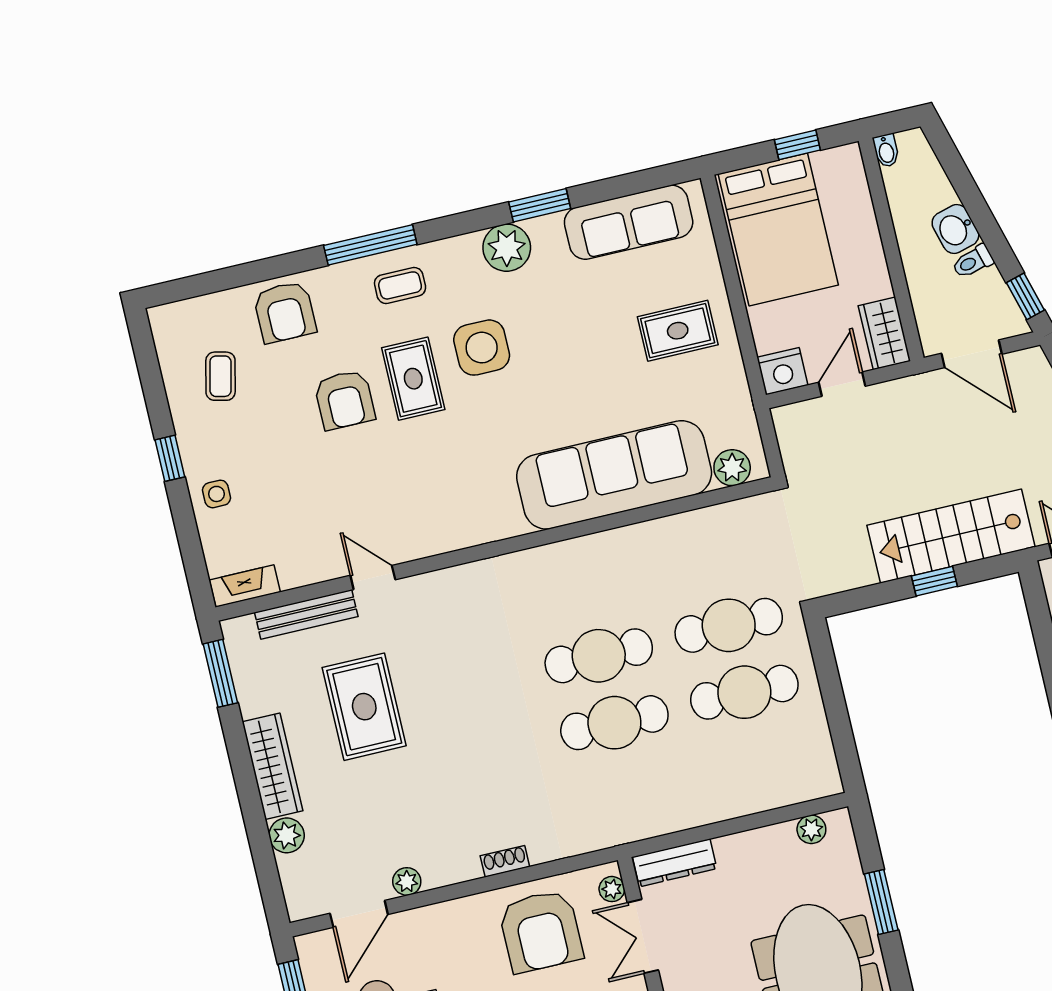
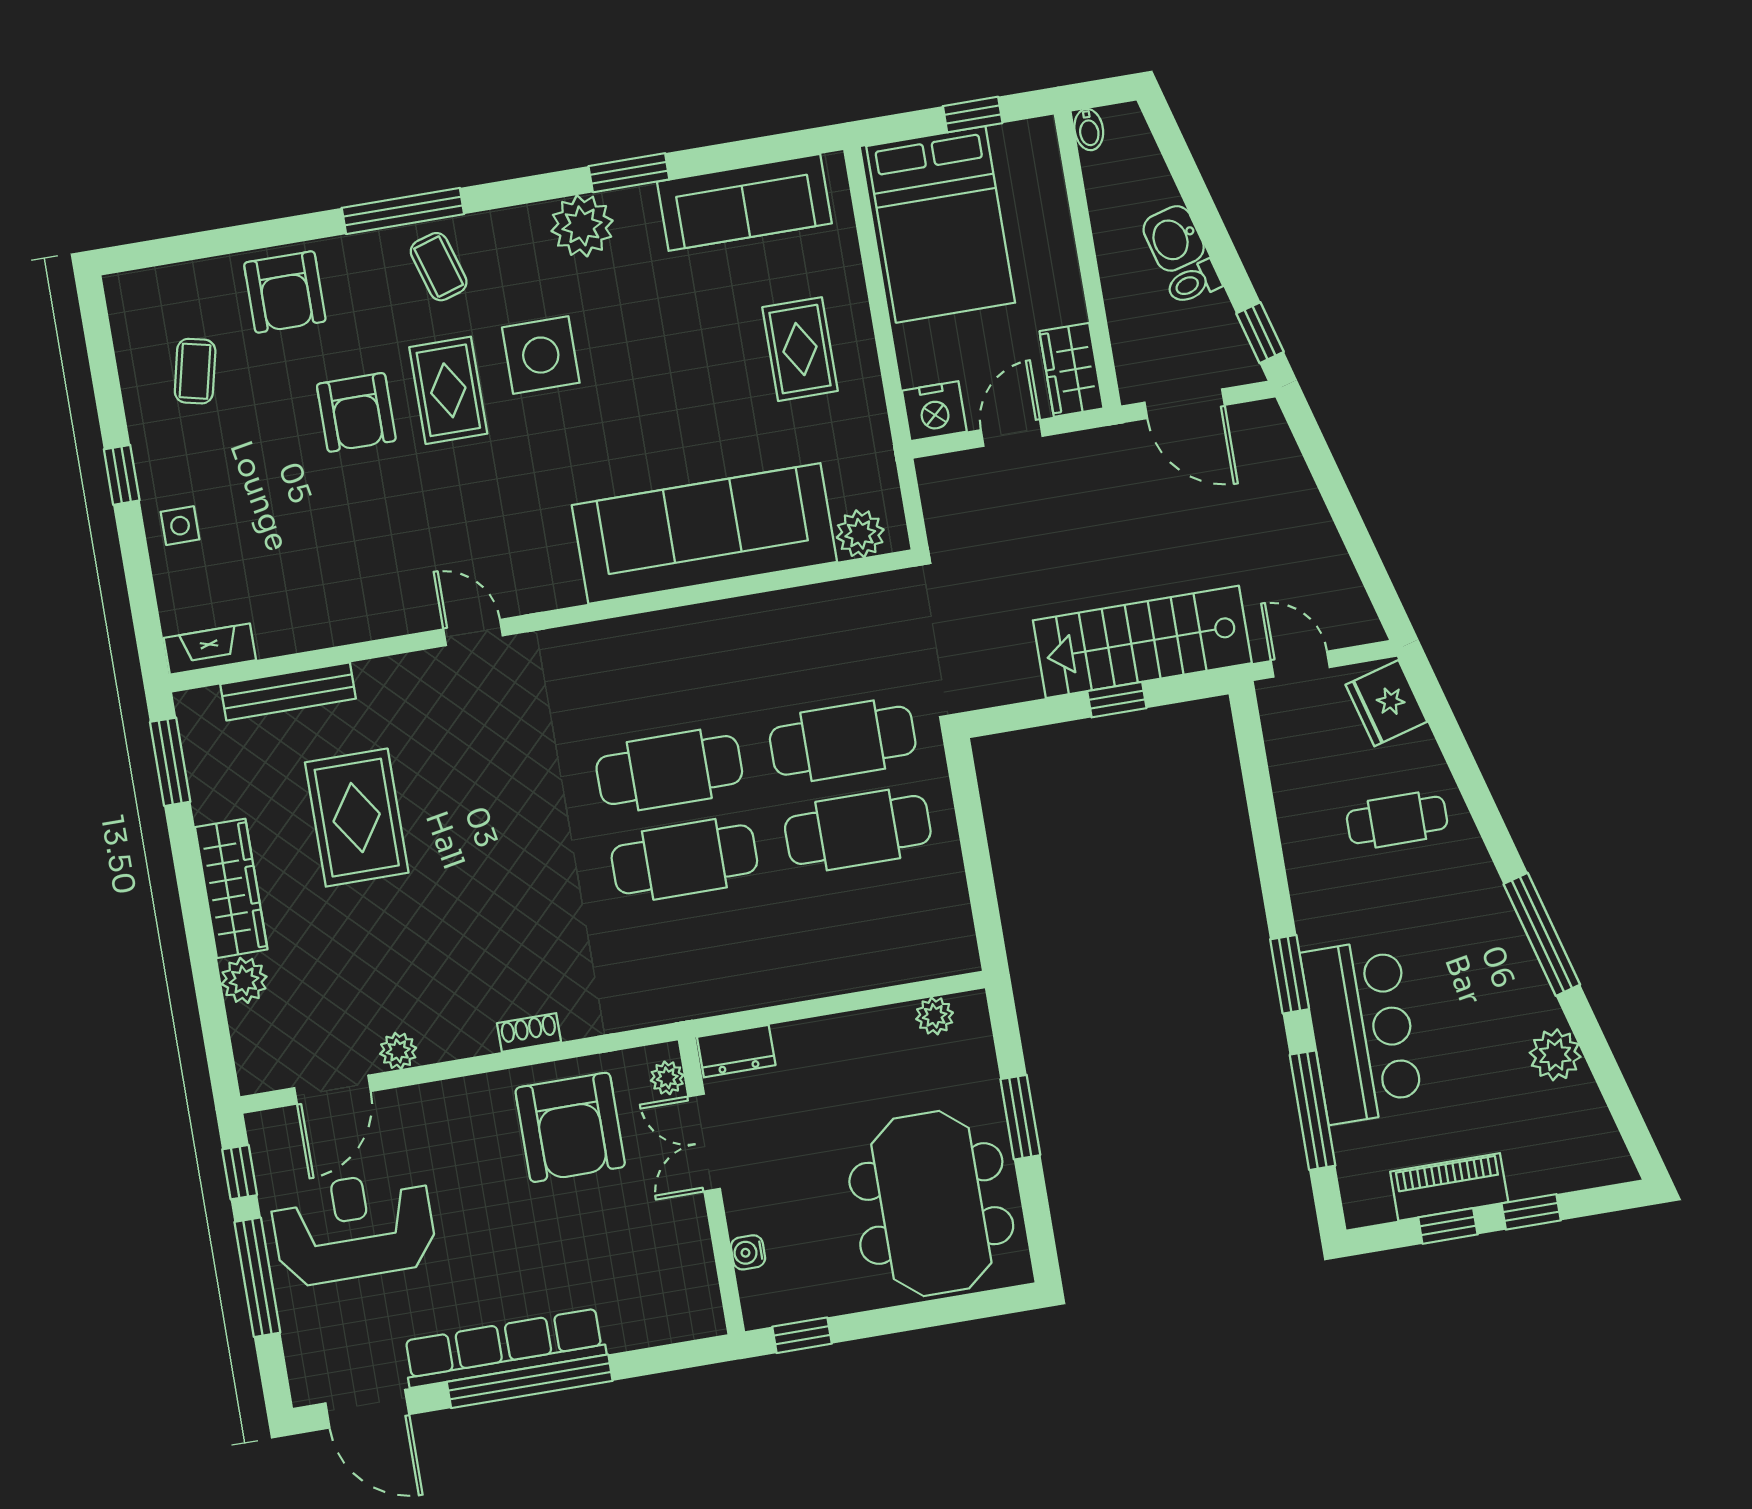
coffee table: (400, 285) -> (439, 267), turned 73
rug: (678, 331) -> (800, 349), turned 90
door: (373, 577) -> (473, 632), moved
dresser: (675, 863) -> (736, 1051), width x0.70

